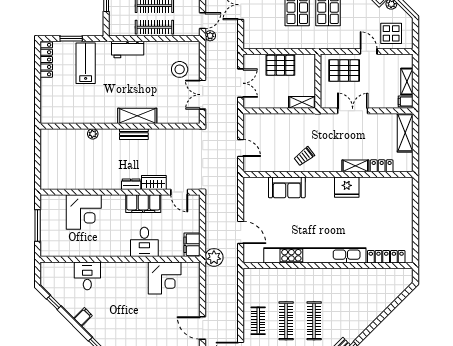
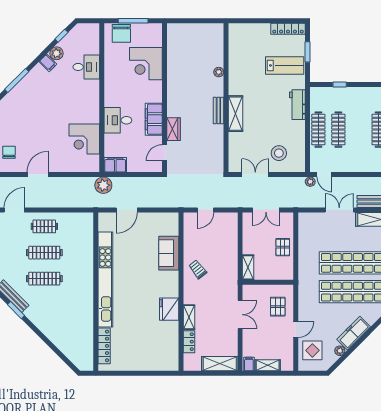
pallet: (280, 65) -> (283, 247), width x0.67, depth x0.71
pallet: (344, 71) -> (278, 307), width x0.67, depth x0.71
dresser: (131, 184) -> (172, 108), removed
chair: (51, 238) -> (121, 33), added
plant: (73, 308) -> (56, 53), added

